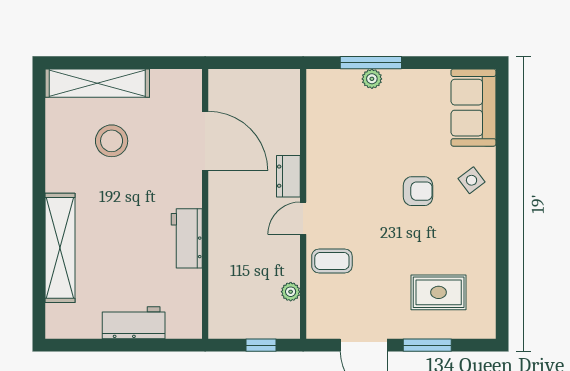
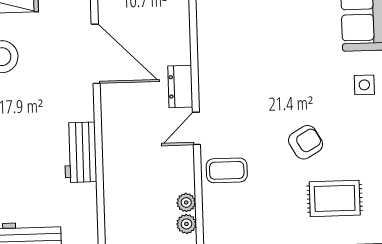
side table: (472, 180) -> (364, 85), turned 37
armchair: (418, 191) -> (306, 142), moved, turned -30
plant: (290, 313) -> (186, 224), added

